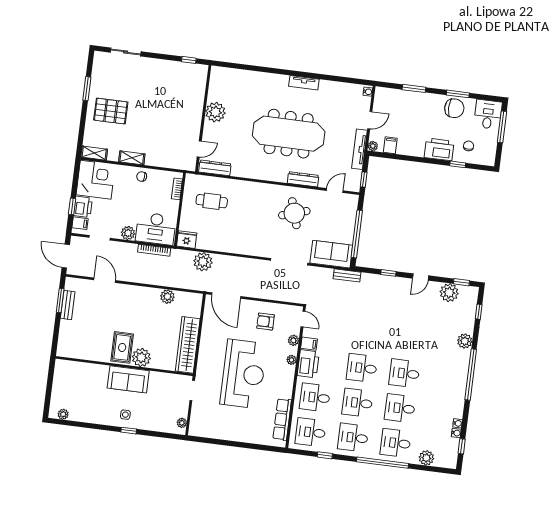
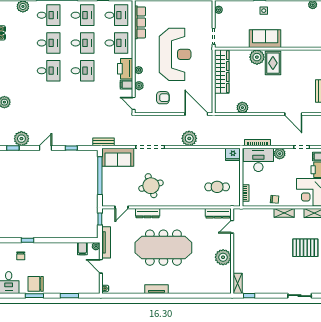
shelving: (201, 77) -> (238, 283), added
door: (370, 120) -> (101, 266), hinge flipped
printer: (439, 149) -> (44, 250), removed
plant: (203, 262) -> (189, 138), moved
reception desk: (243, 374) -> (175, 54), turned 180

